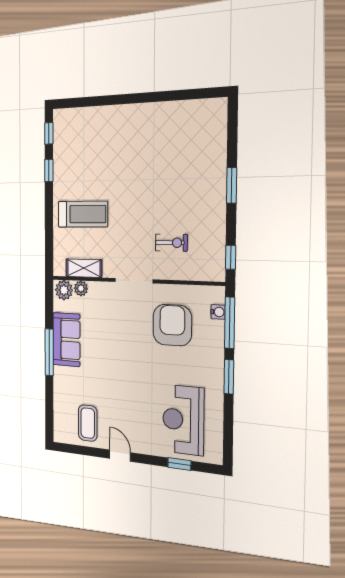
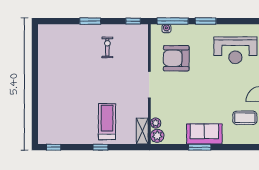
window: (49, 170) -> (101, 147), moved
exercise bike: (171, 243) -> (107, 47), moved
shelving: (84, 268) -> (142, 131), moved
sofa: (66, 340) -> (204, 134), moved
window: (49, 352) -> (200, 147), width x0.69

